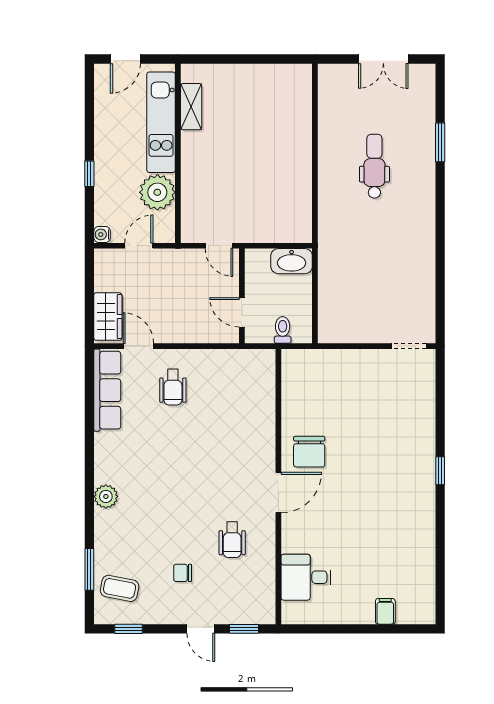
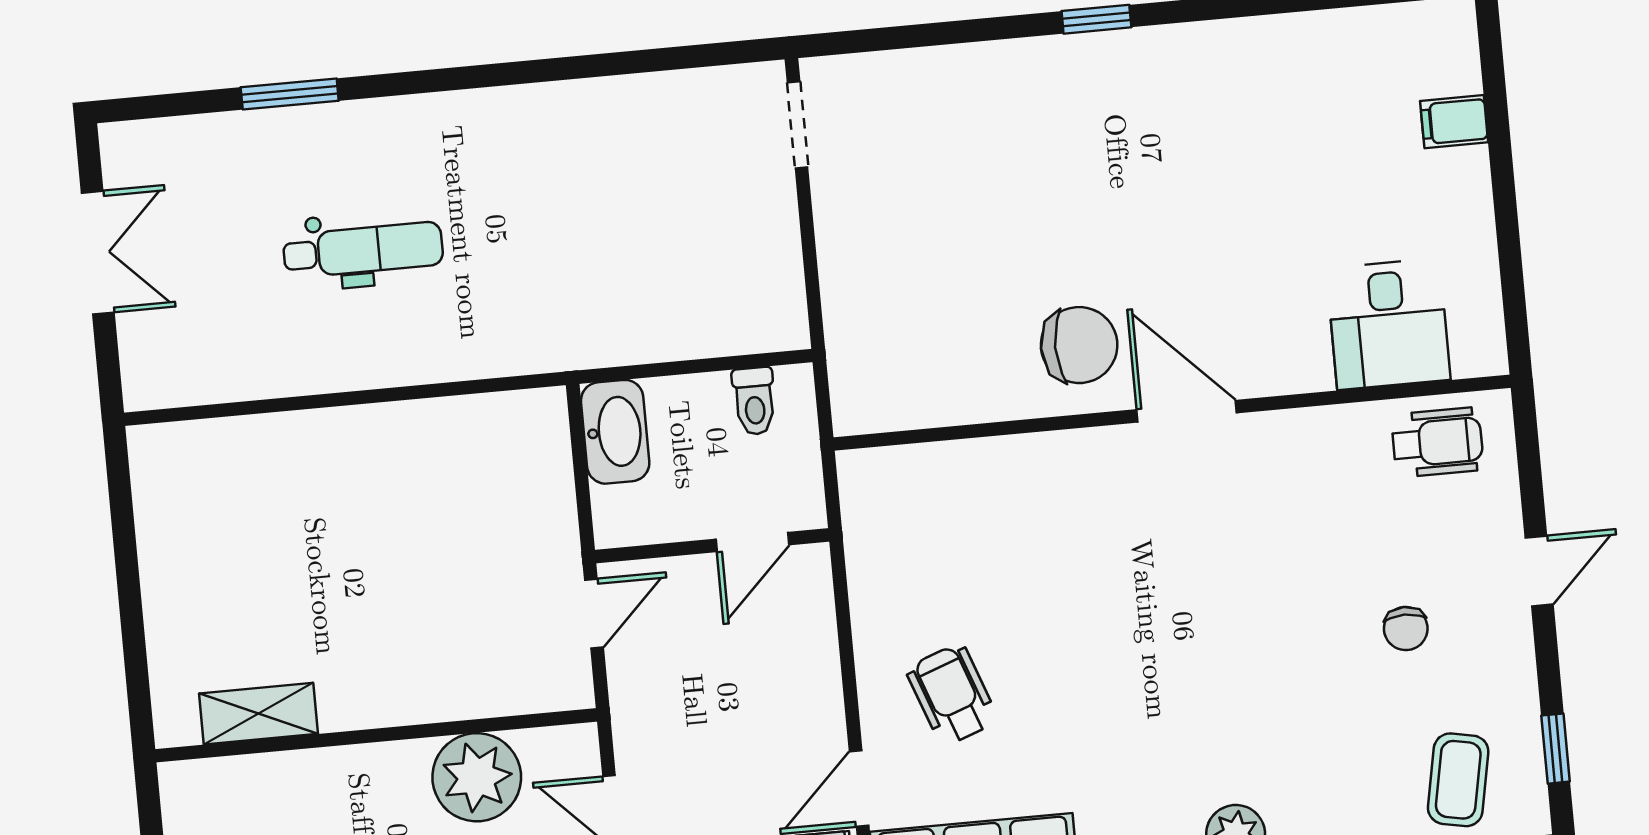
kitchen unit: (161, 122) -> (304, 784), removed
dental chair: (374, 166) -> (363, 250), turned 180
toilet: (283, 330) -> (754, 401), moved, turned -90
wheelchair: (173, 387) -> (952, 695), turned -110
wheelchair: (232, 540) -> (1437, 442), moved
window: (244, 629) -> (1529, 465), removed

